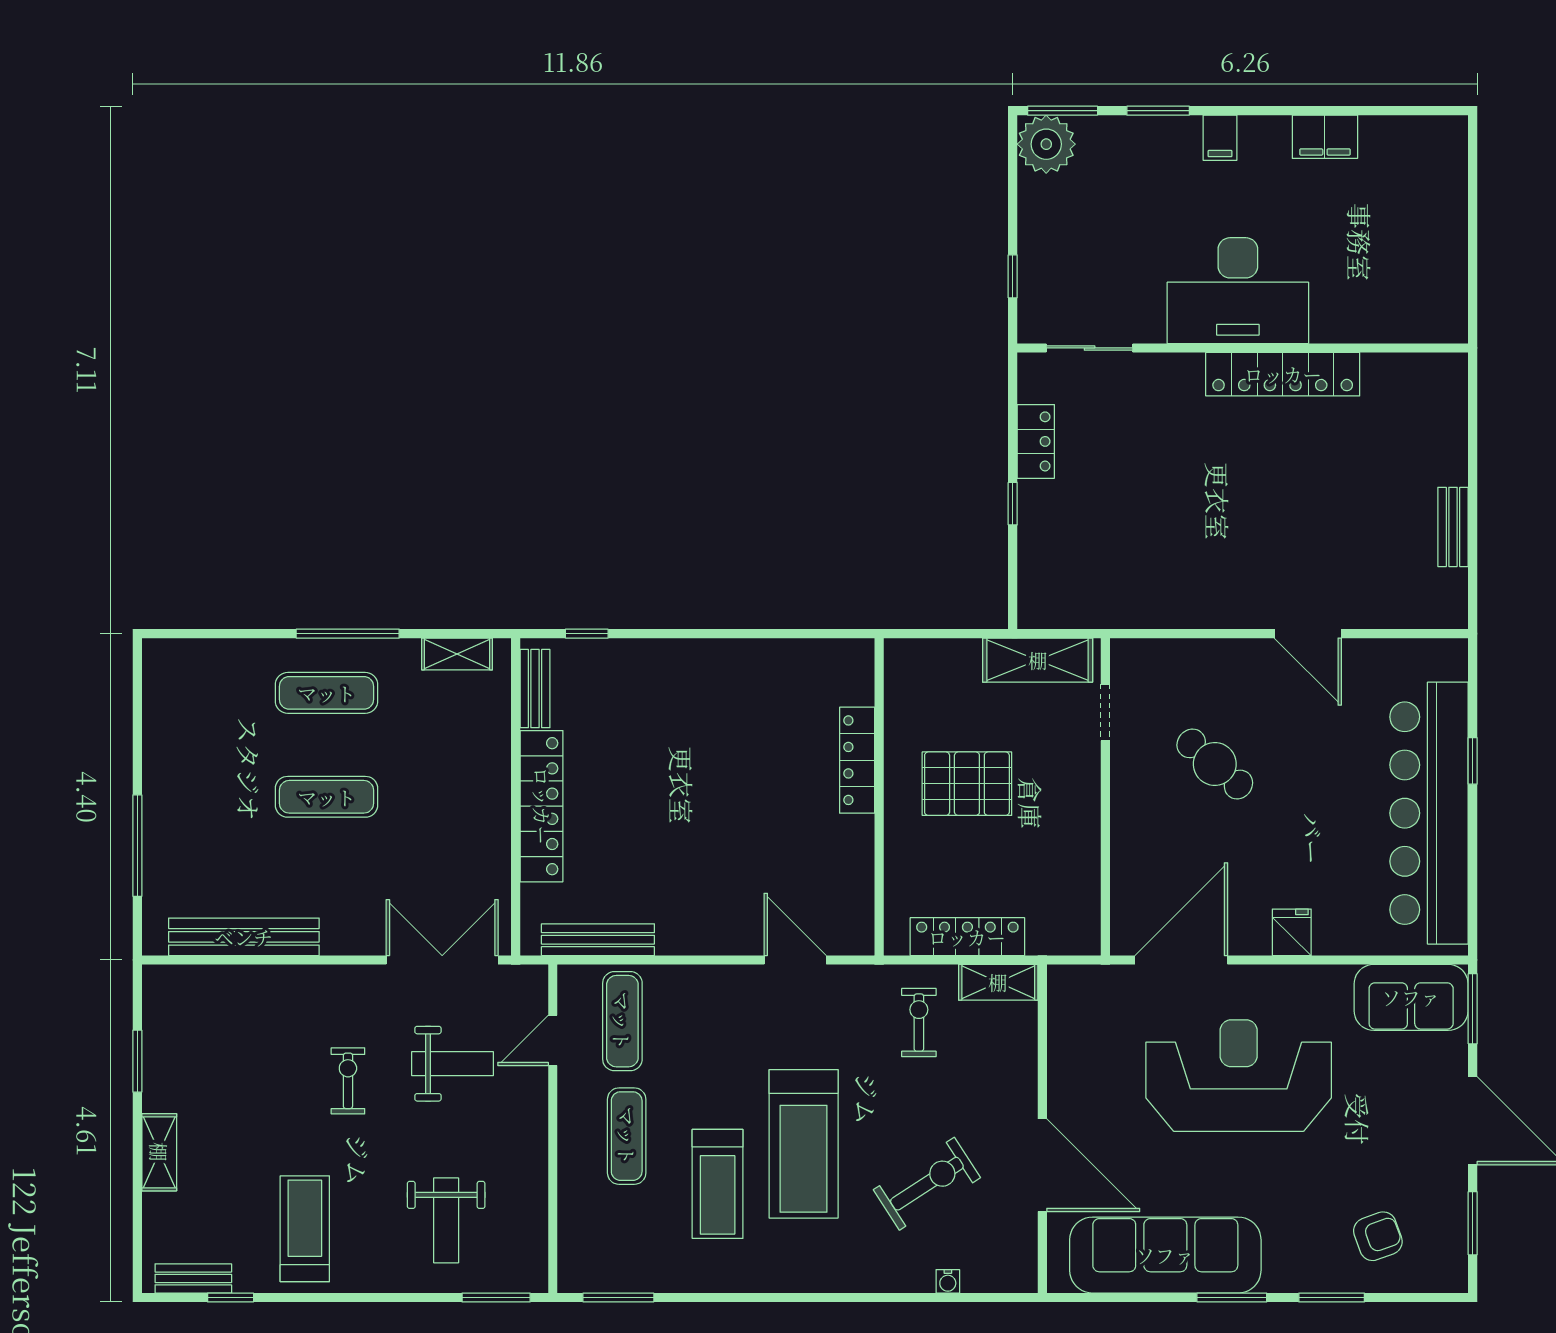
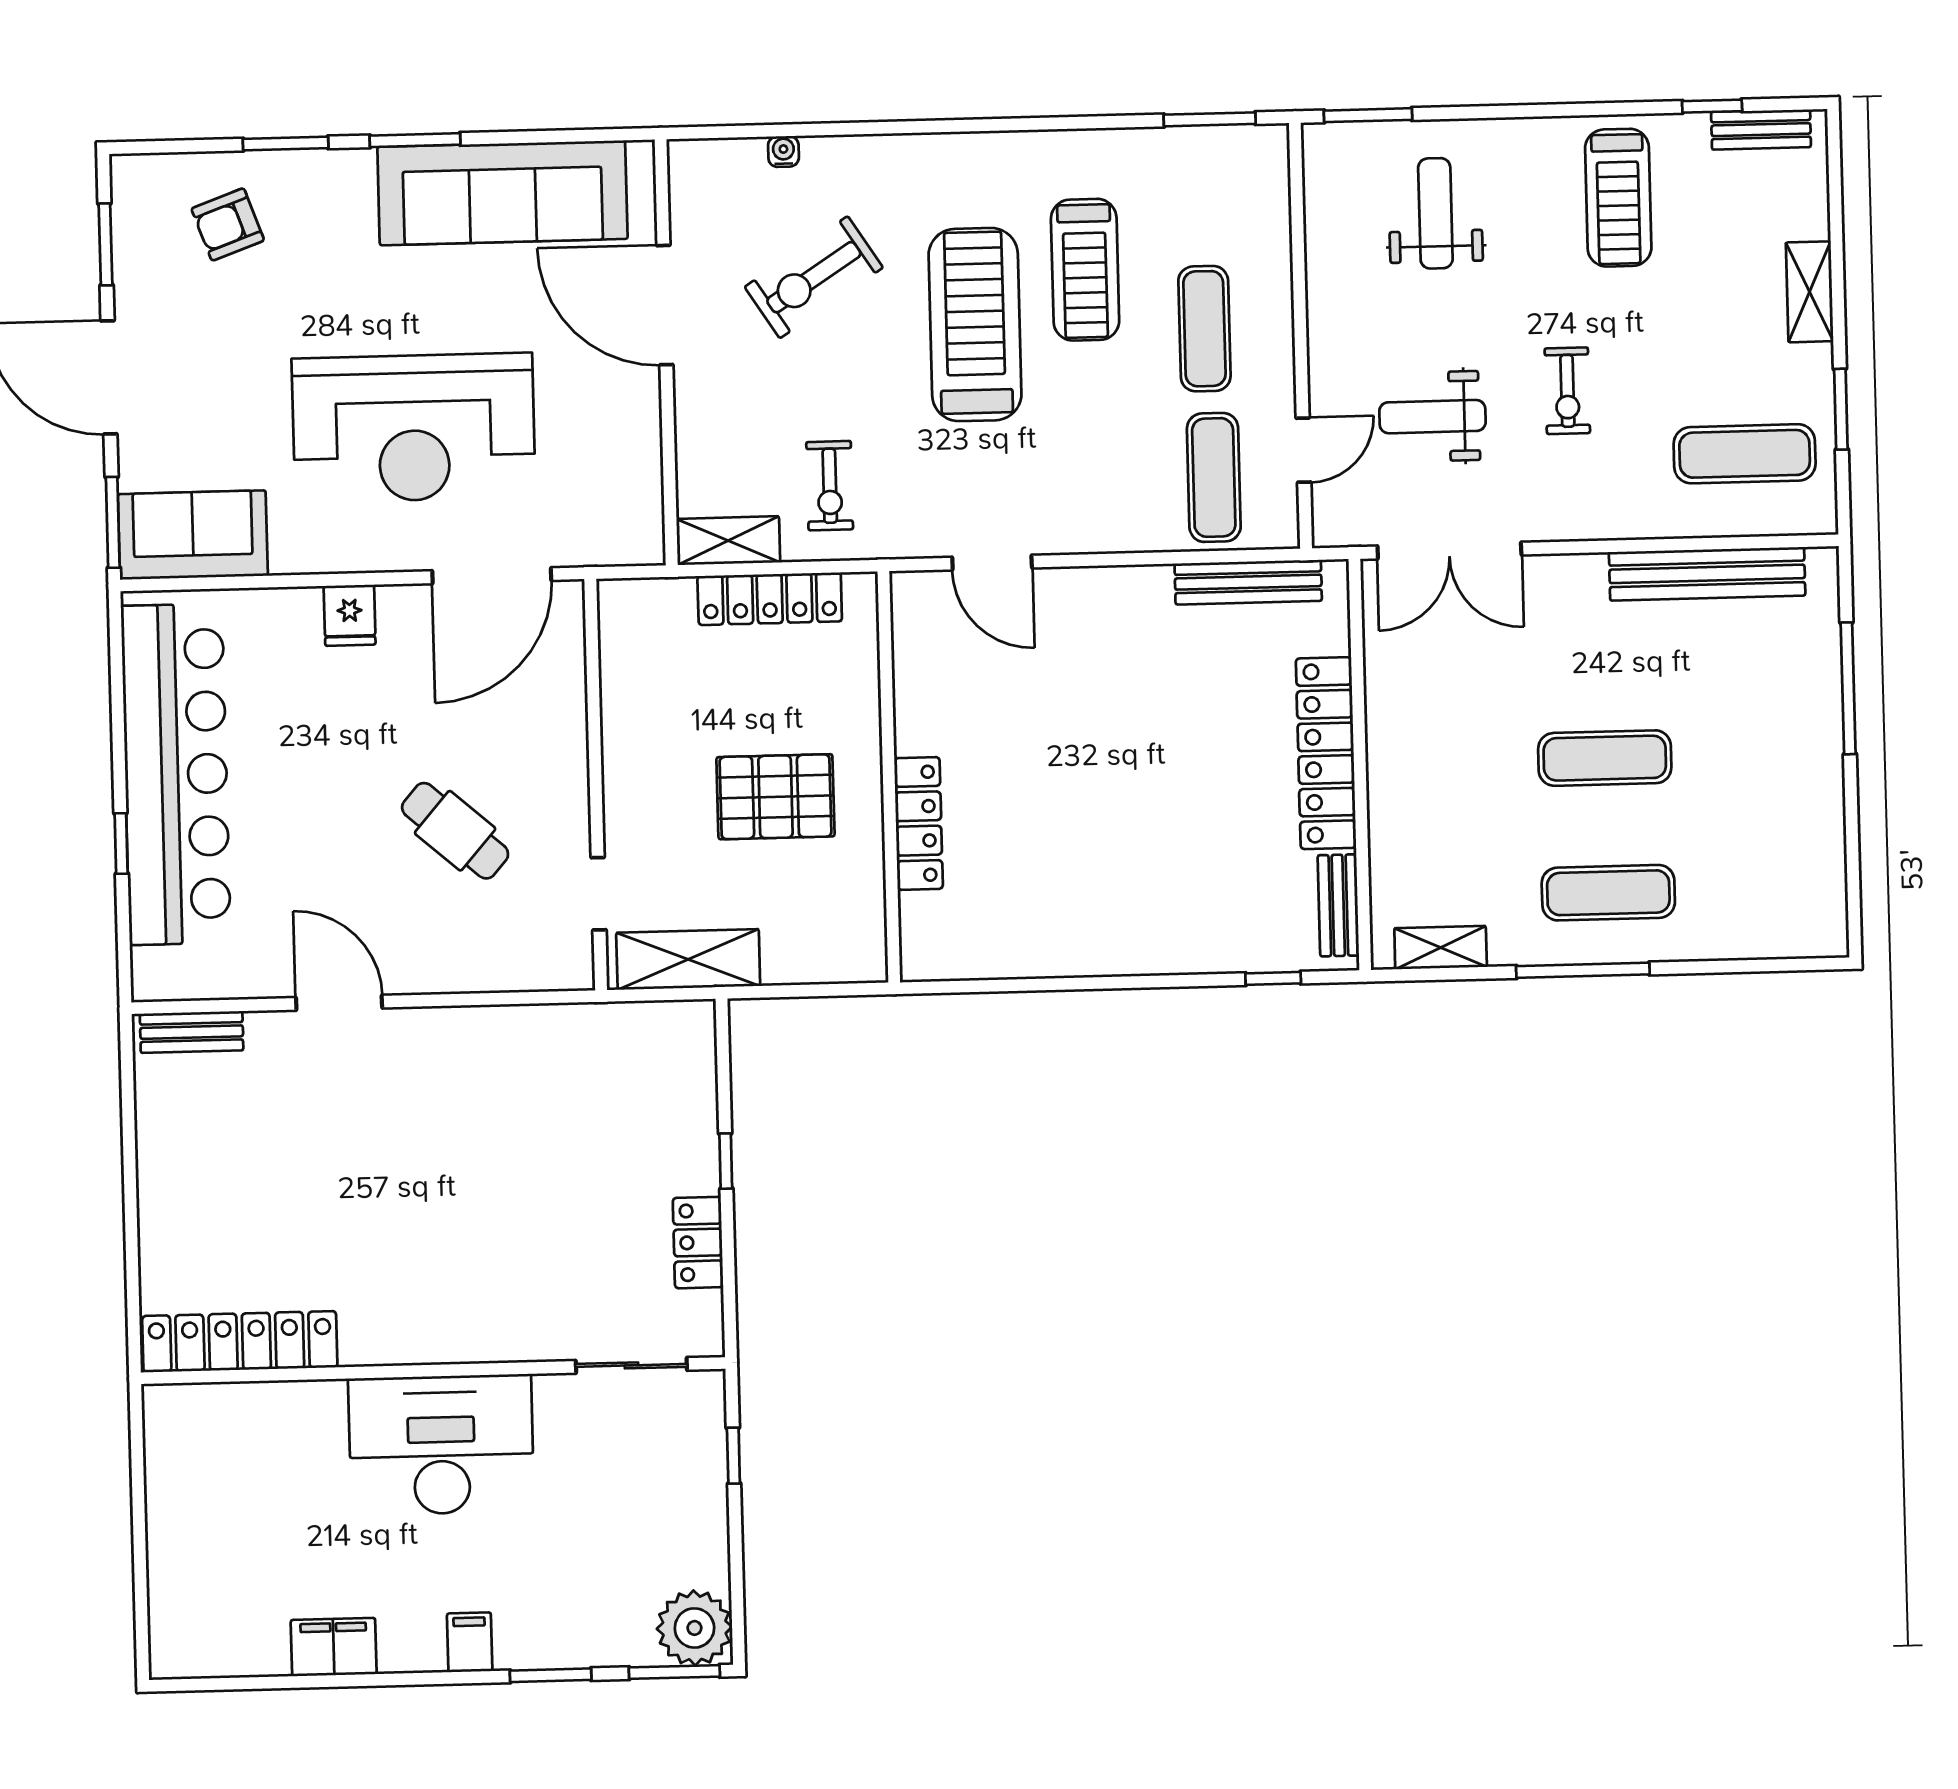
locker: (1283, 374) -> (240, 1342), moved
bench: (1453, 527) -> (192, 1032), moved, turned 90
exercise mat: (213, 1029) -> (1745, 454), added
treadmill: (718, 1184) -> (1085, 270), turned 180

